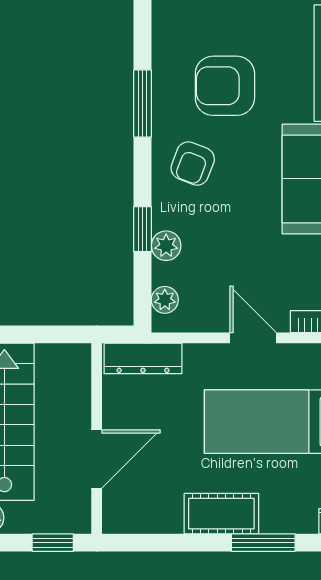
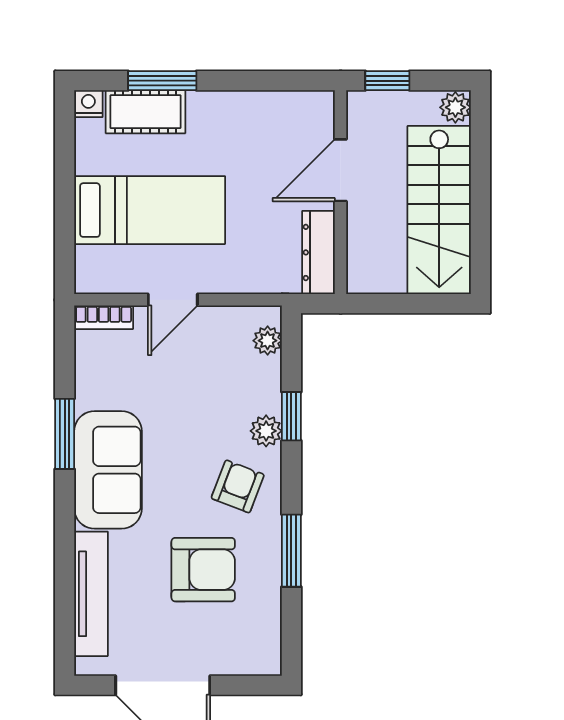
plant: (166, 246) -> (266, 431), moved
door: (253, 338) -> (173, 300), hinge flipped
dresser: (143, 358) -> (319, 252), moved, turned -90
cot: (221, 514) -> (145, 112), moved

